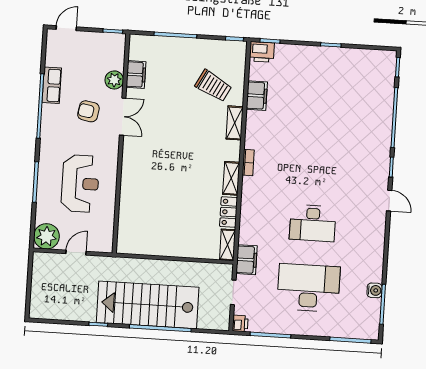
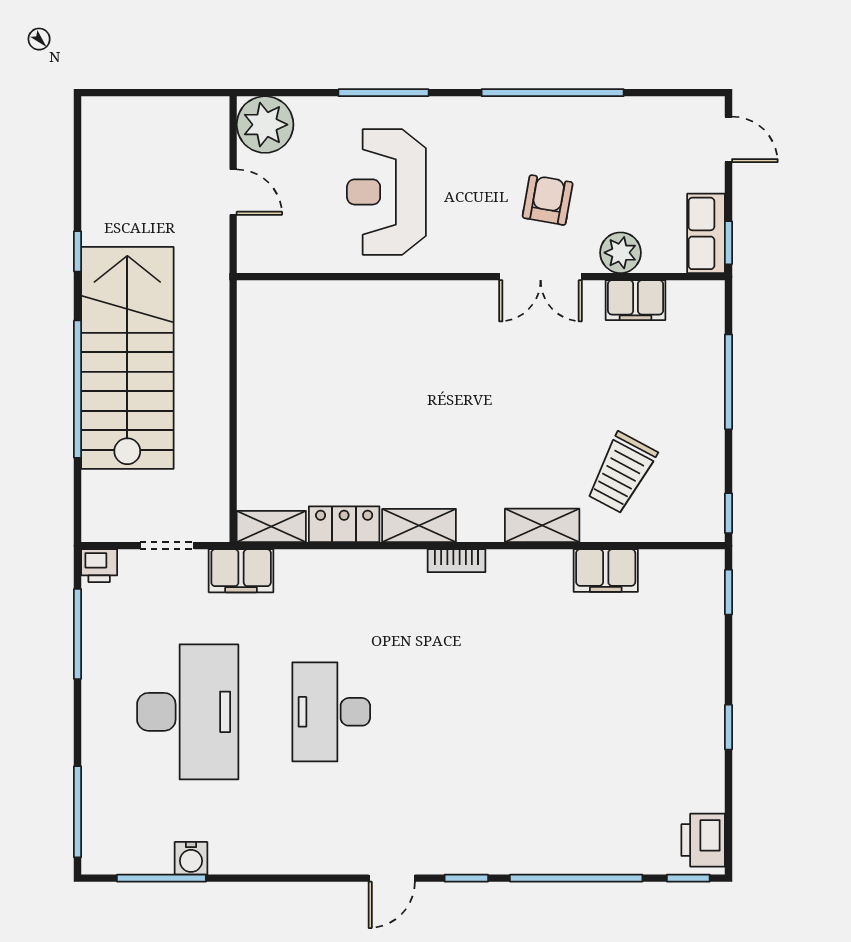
printer: (262, 52) -> (703, 840), moved
row of seats: (52, 85) -> (706, 233), moved, turned 90
reception desk: (80, 184) -> (386, 192), turned 90

